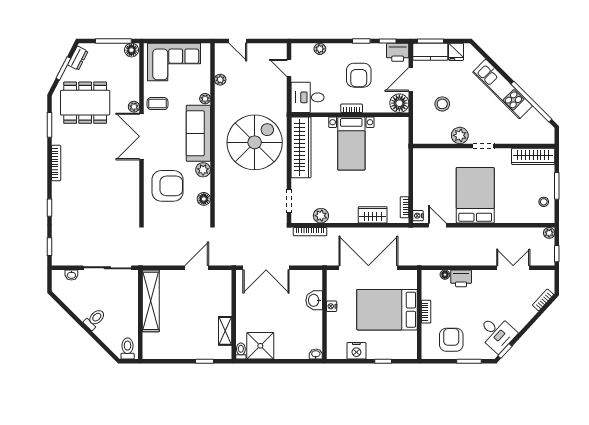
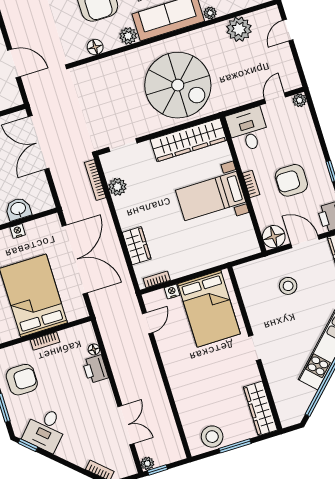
plant: (320, 49) -> (300, 100), moved
plant: (220, 80) -> (239, 29), width x1.87, depth x1.87
plant: (460, 135) -> (258, 317), removed
bed: (475, 195) -> (209, 309), moved, turned 90
stool: (544, 202) -> (212, 437), width x1.89, depth x1.89
nightstand: (418, 216) -> (172, 292), moved
plant: (549, 233) -> (147, 463), moved

